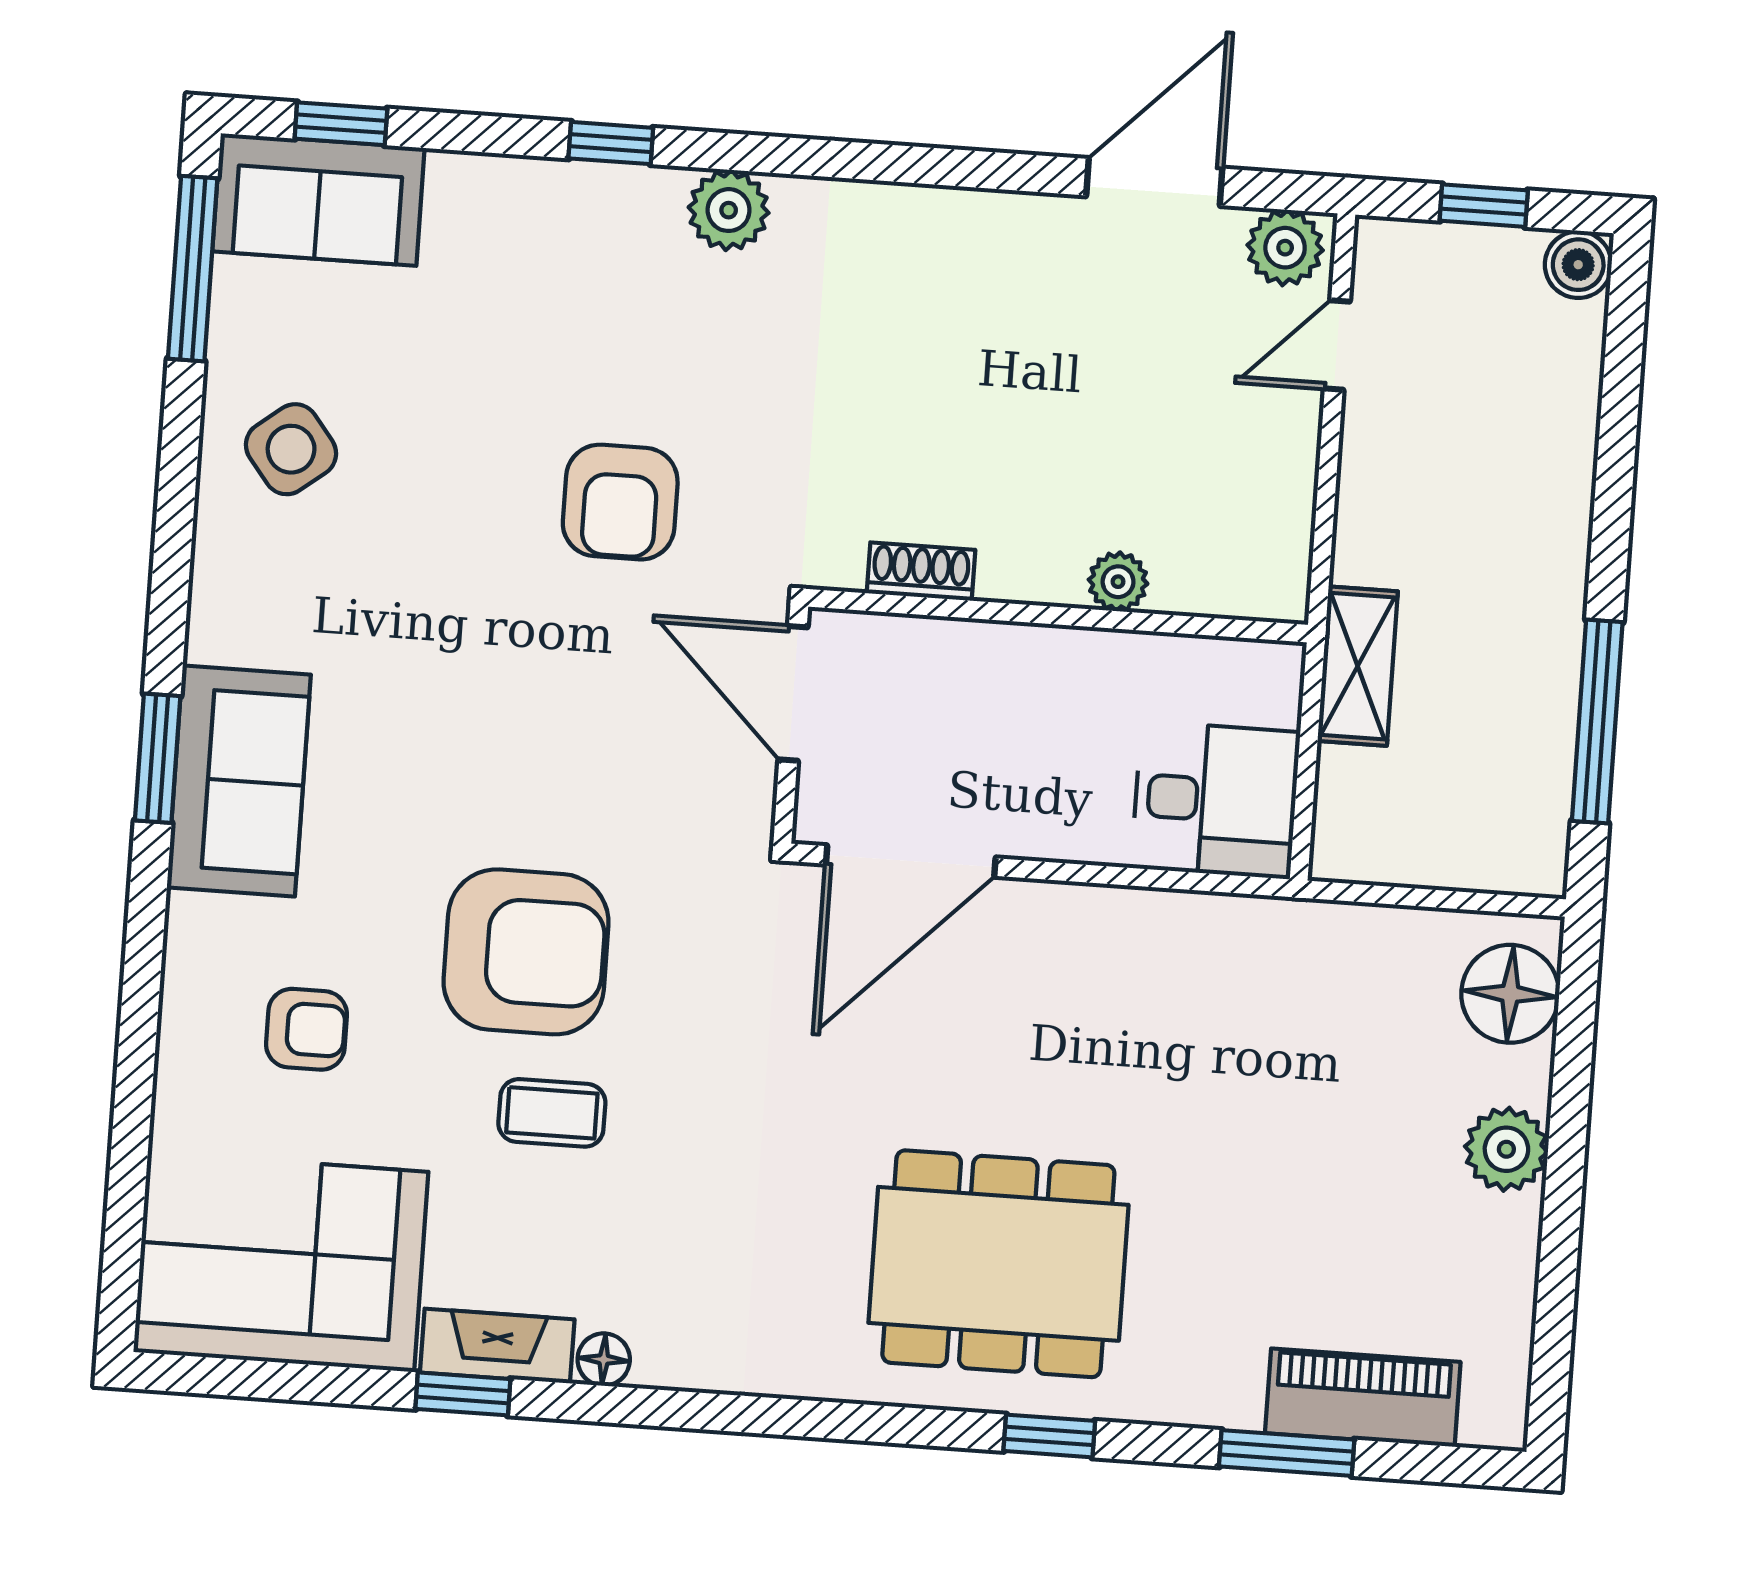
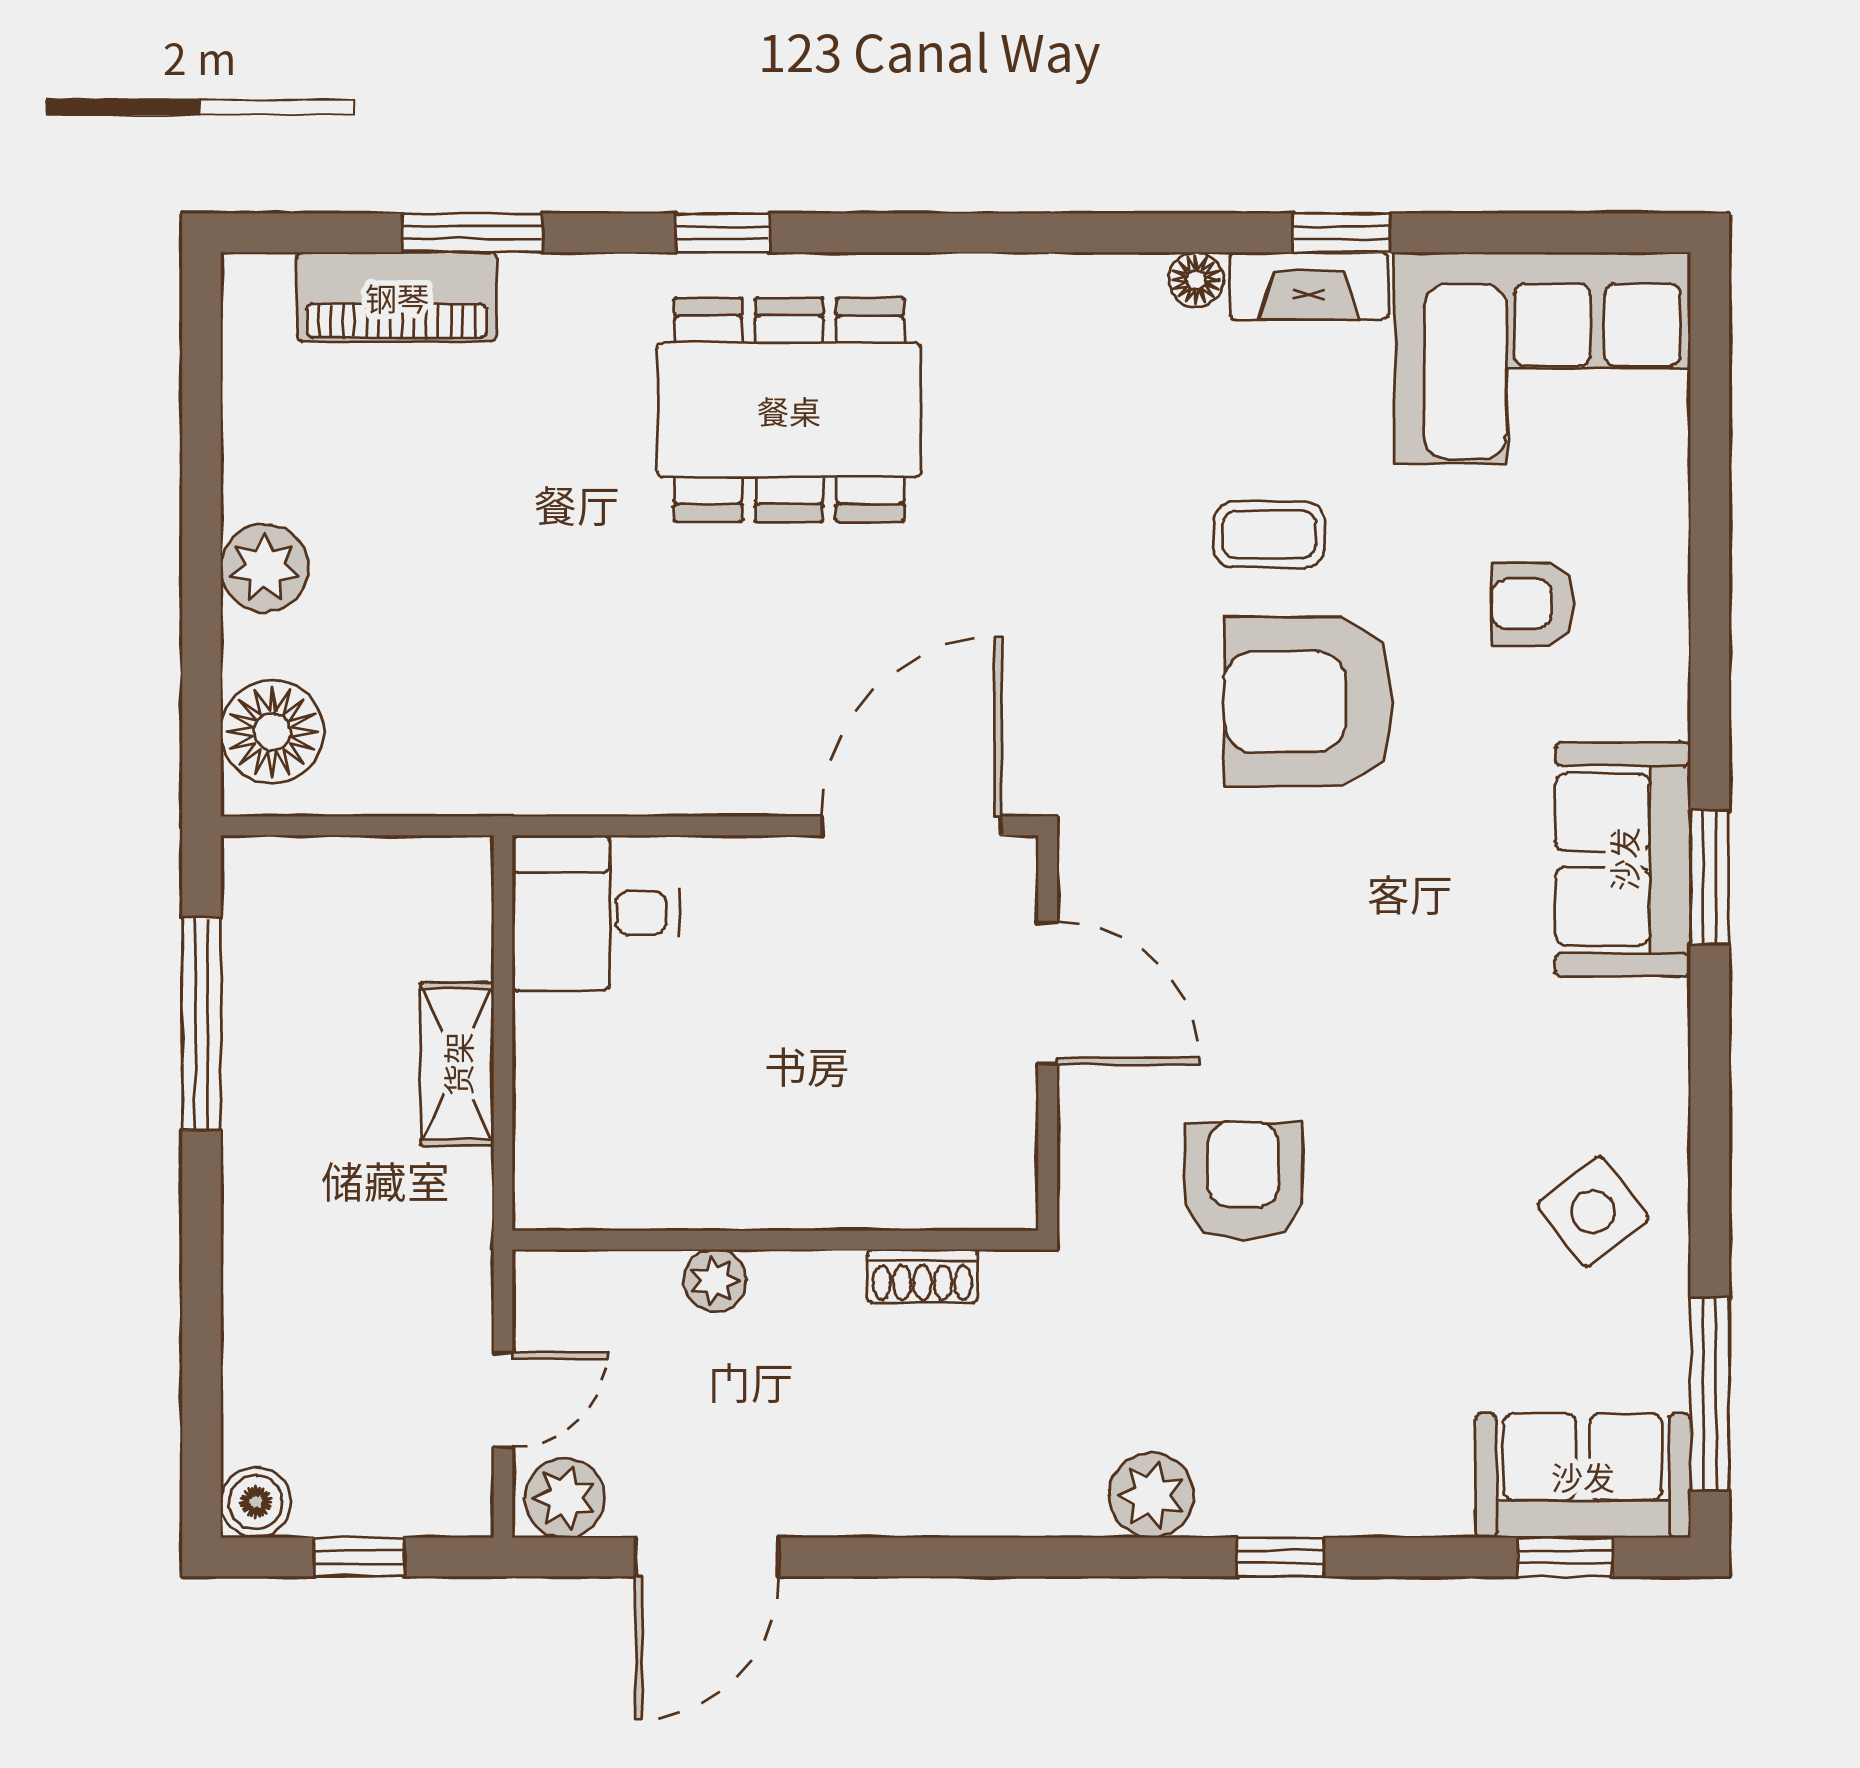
shoe rack: (921, 572) -> (923, 1276), moved
plant: (1118, 582) -> (715, 1281), moved
wall: (1058, 616) -> (775, 1240), moved

